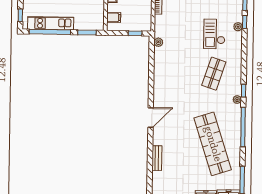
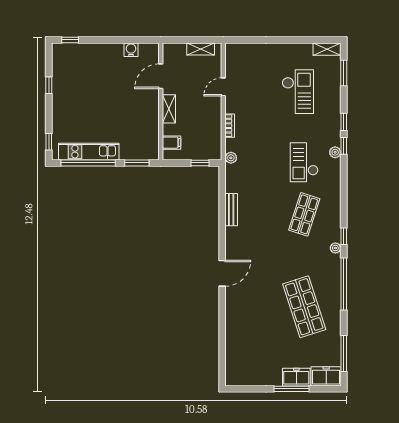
plant: (158, 42) -> (231, 158), moved
shop shelf: (213, 144) -> (304, 307), width x0.71
bench: (157, 158) -> (231, 210), moved

